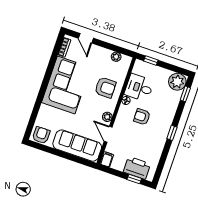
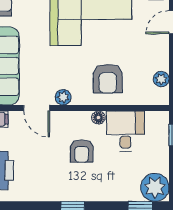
armchair: (142, 117) -> (82, 151), turned 180
door: (108, 134) -> (37, 108), swing flipped

